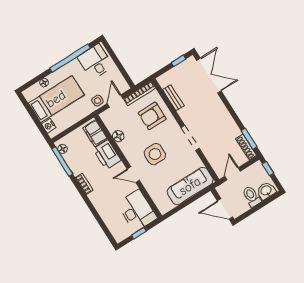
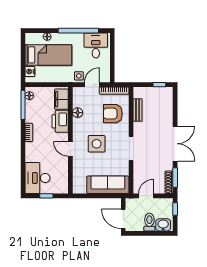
double door: (209, 76) -> (175, 144), moved
desk: (137, 211) -> (38, 178), moved, turned 180

